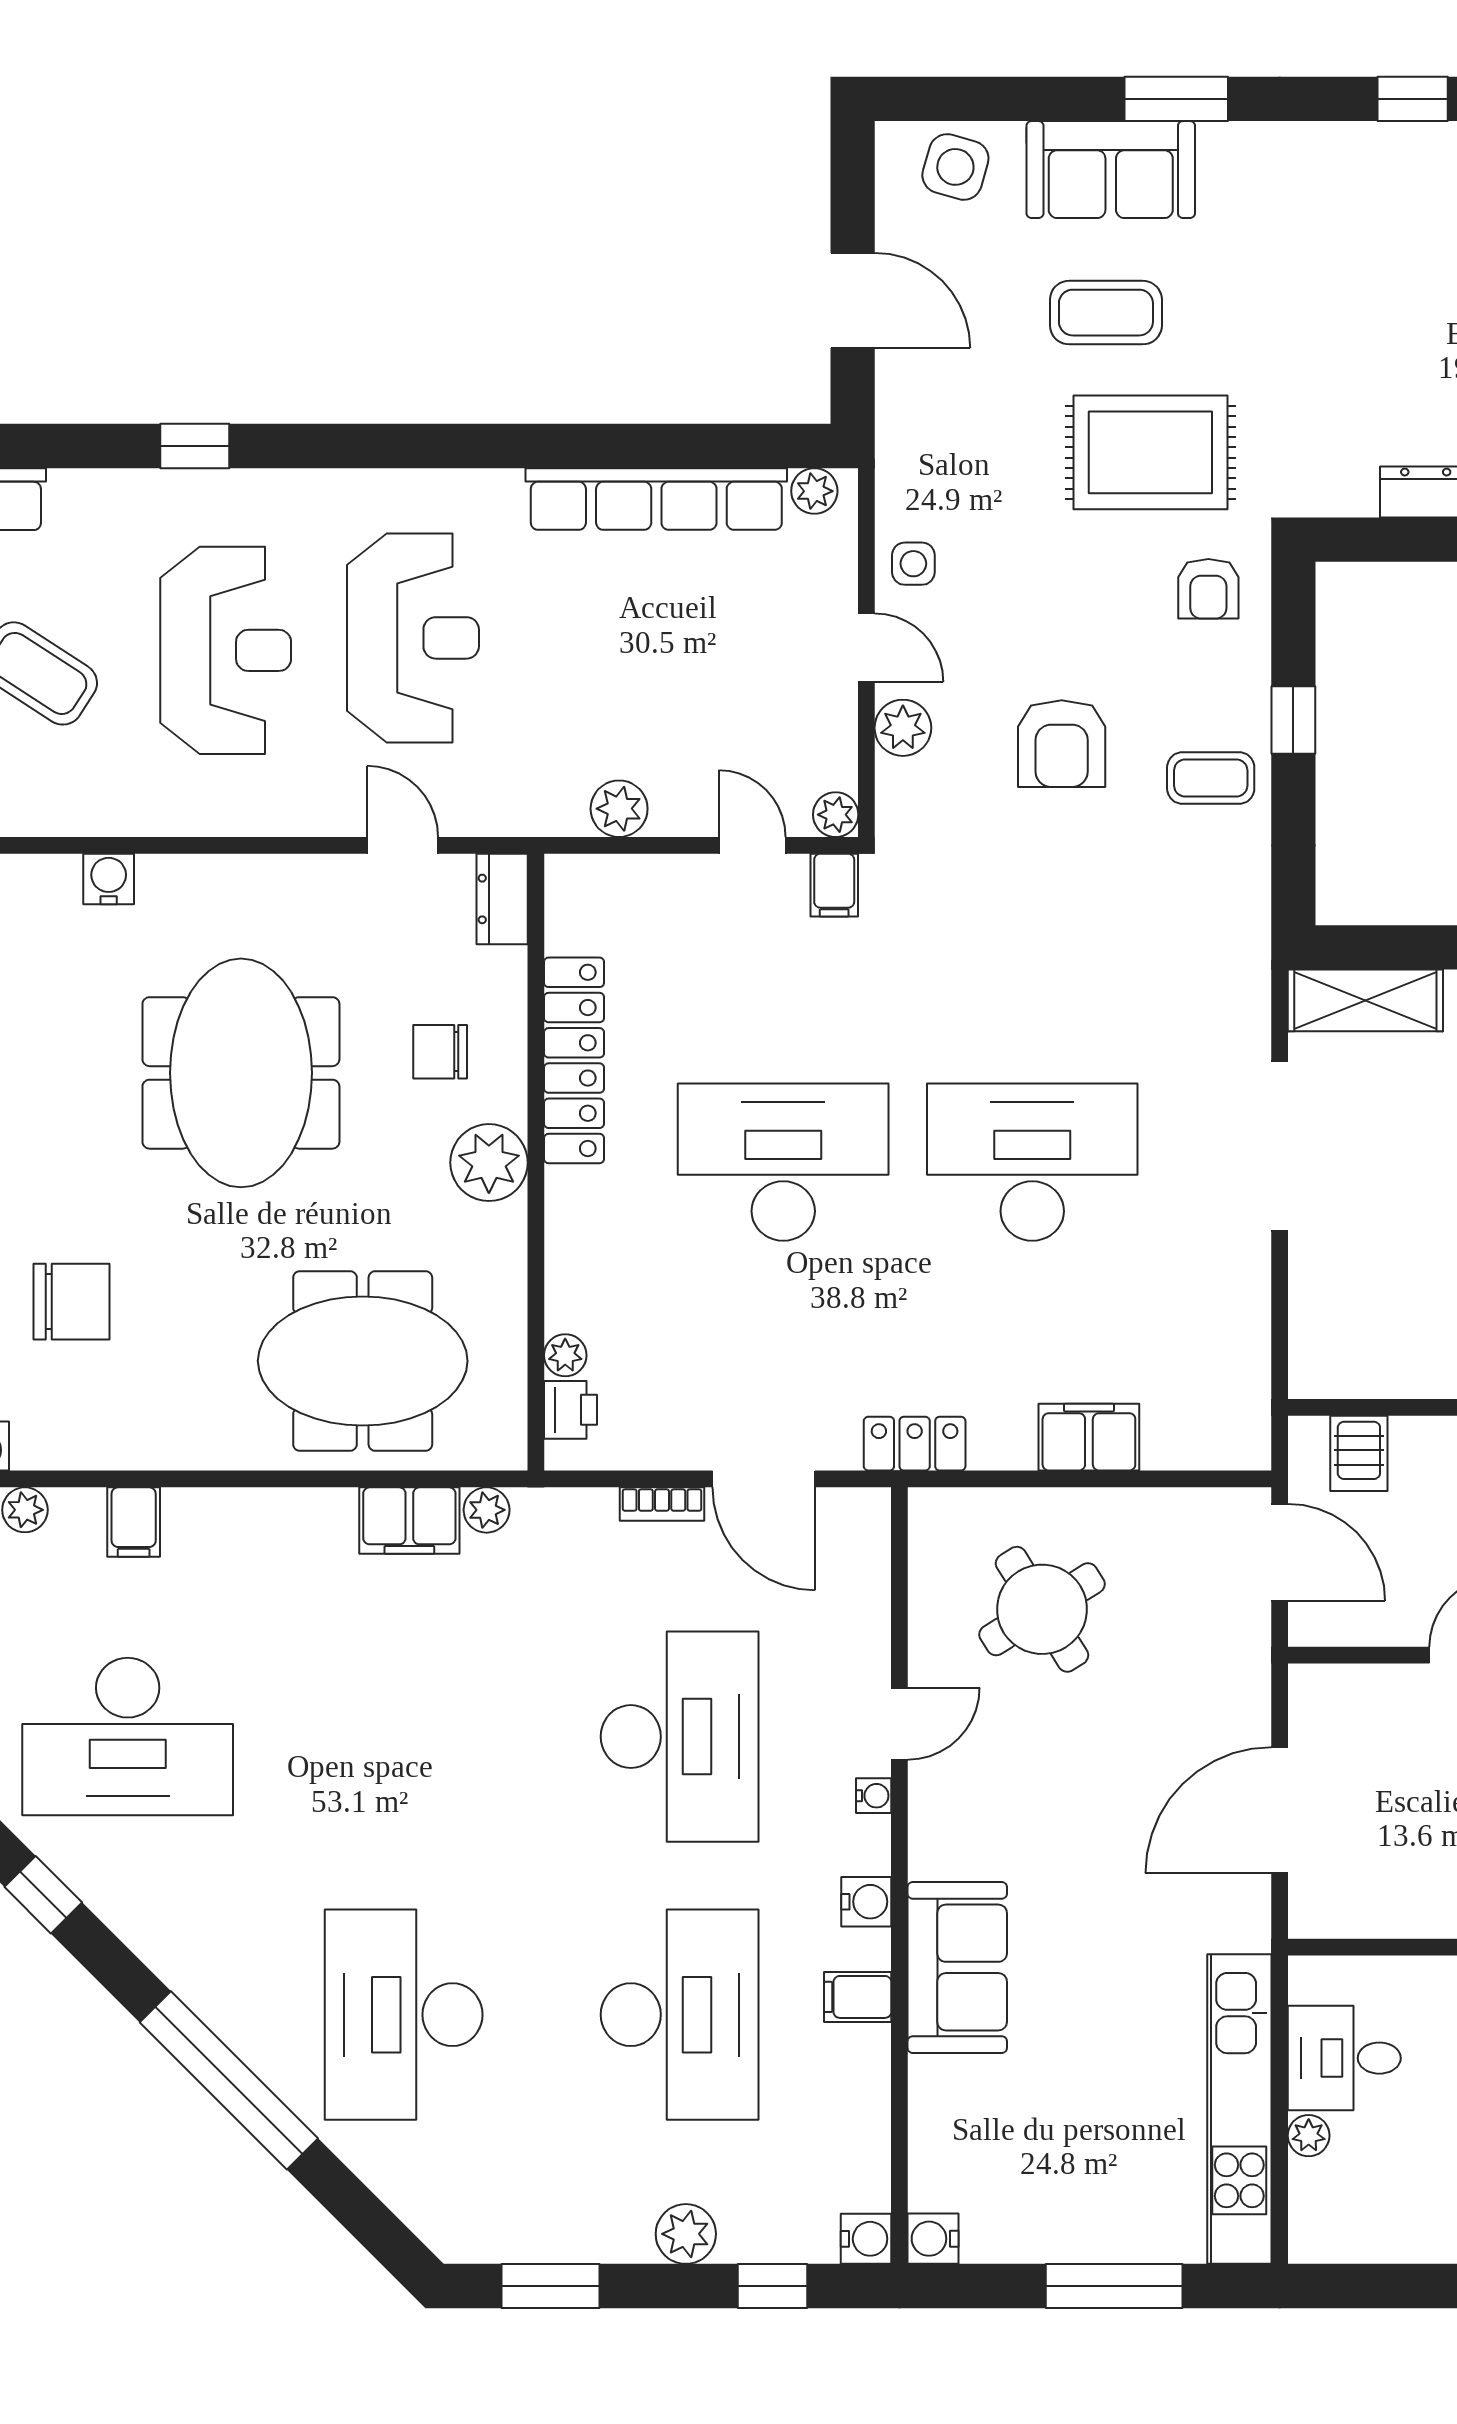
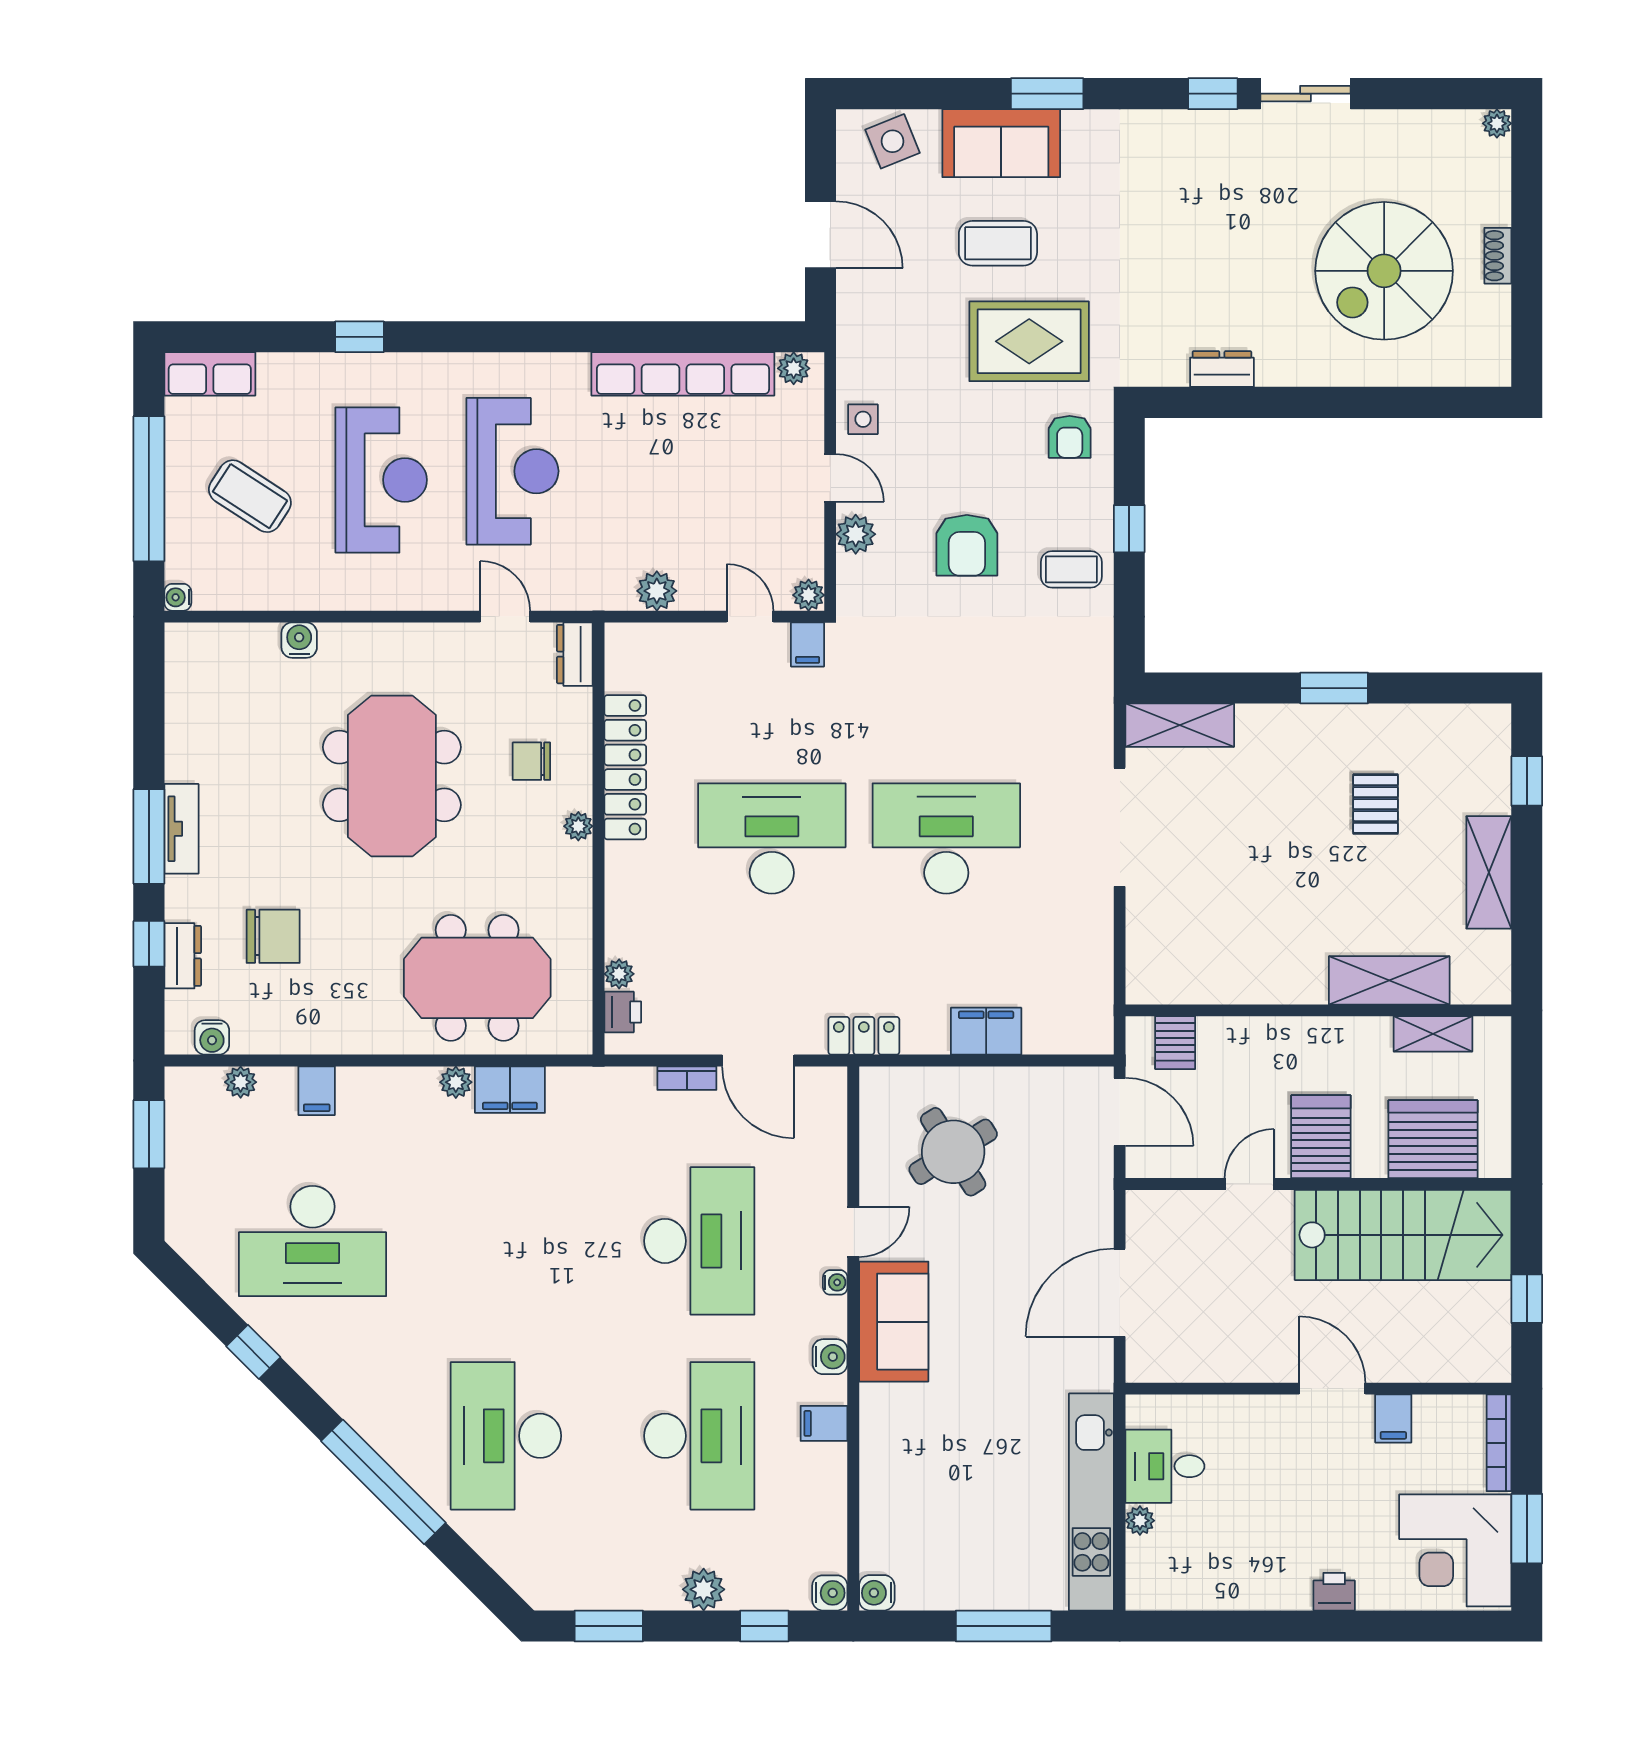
side table: (955, 167) -> (892, 141), turned -38
plant: (489, 1163) -> (578, 826), width x0.53, depth x0.53
plant: (487, 1510) -> (456, 1082), moved
sofa: (957, 1967) -> (894, 1322), moved

